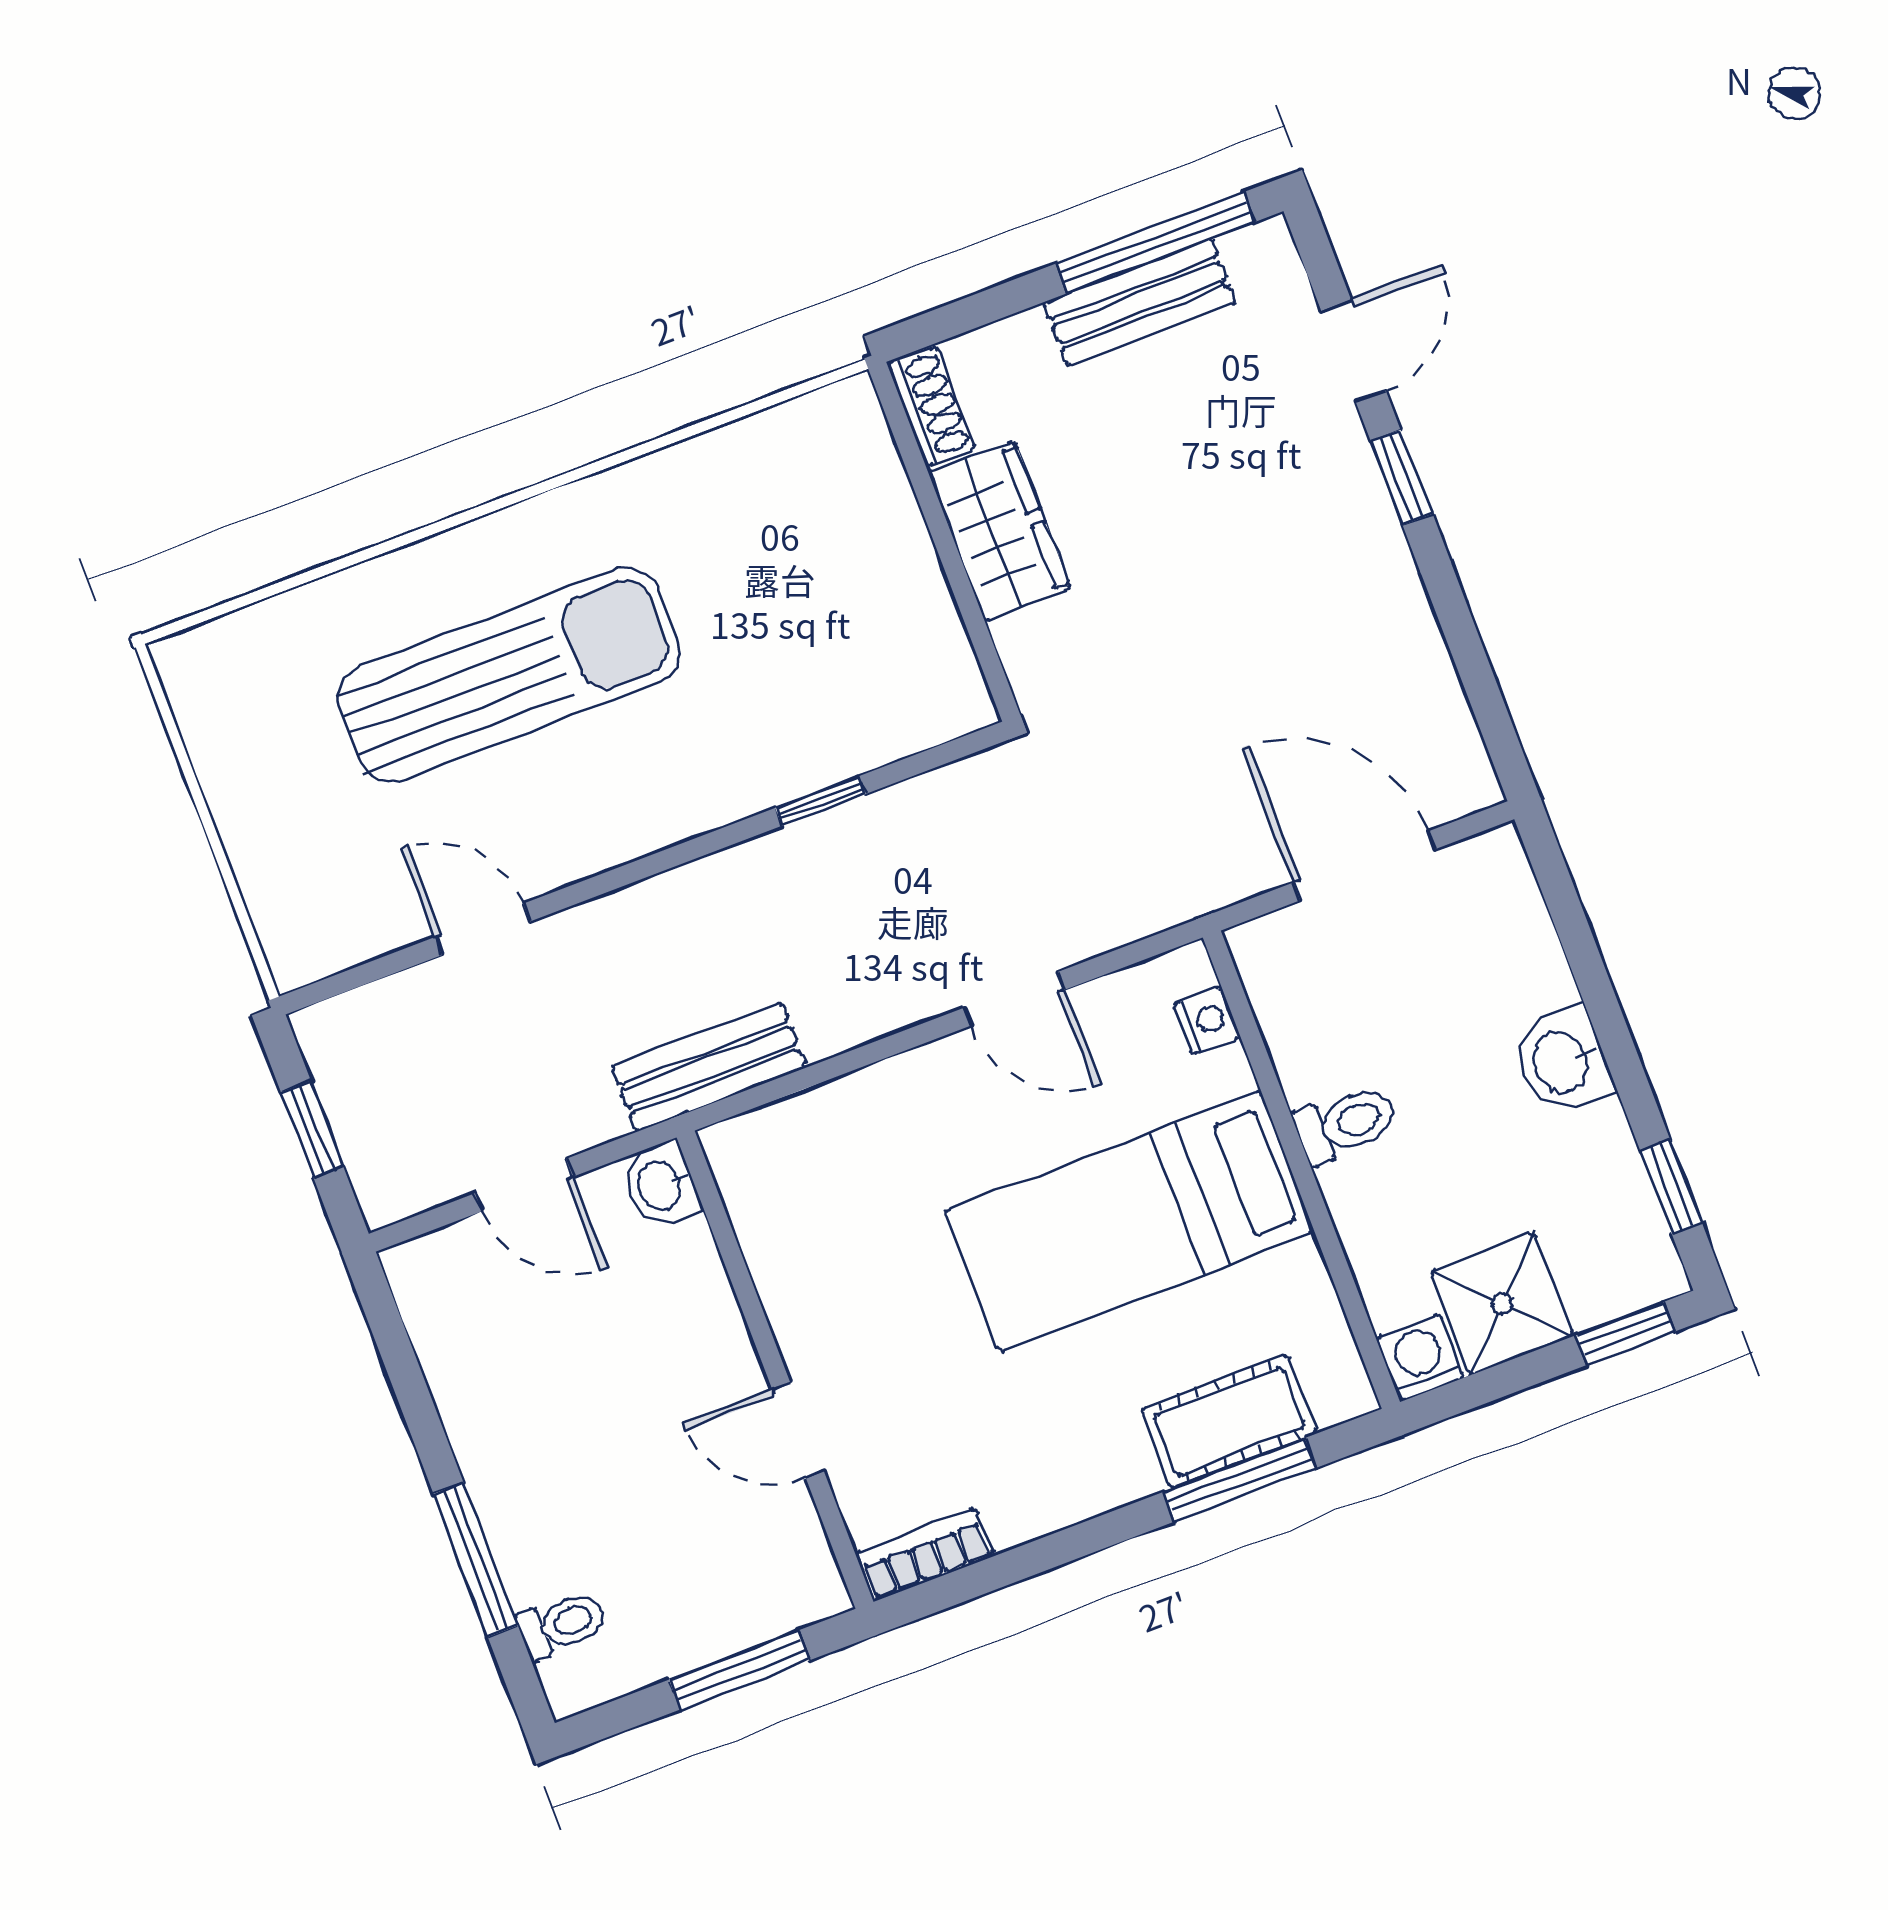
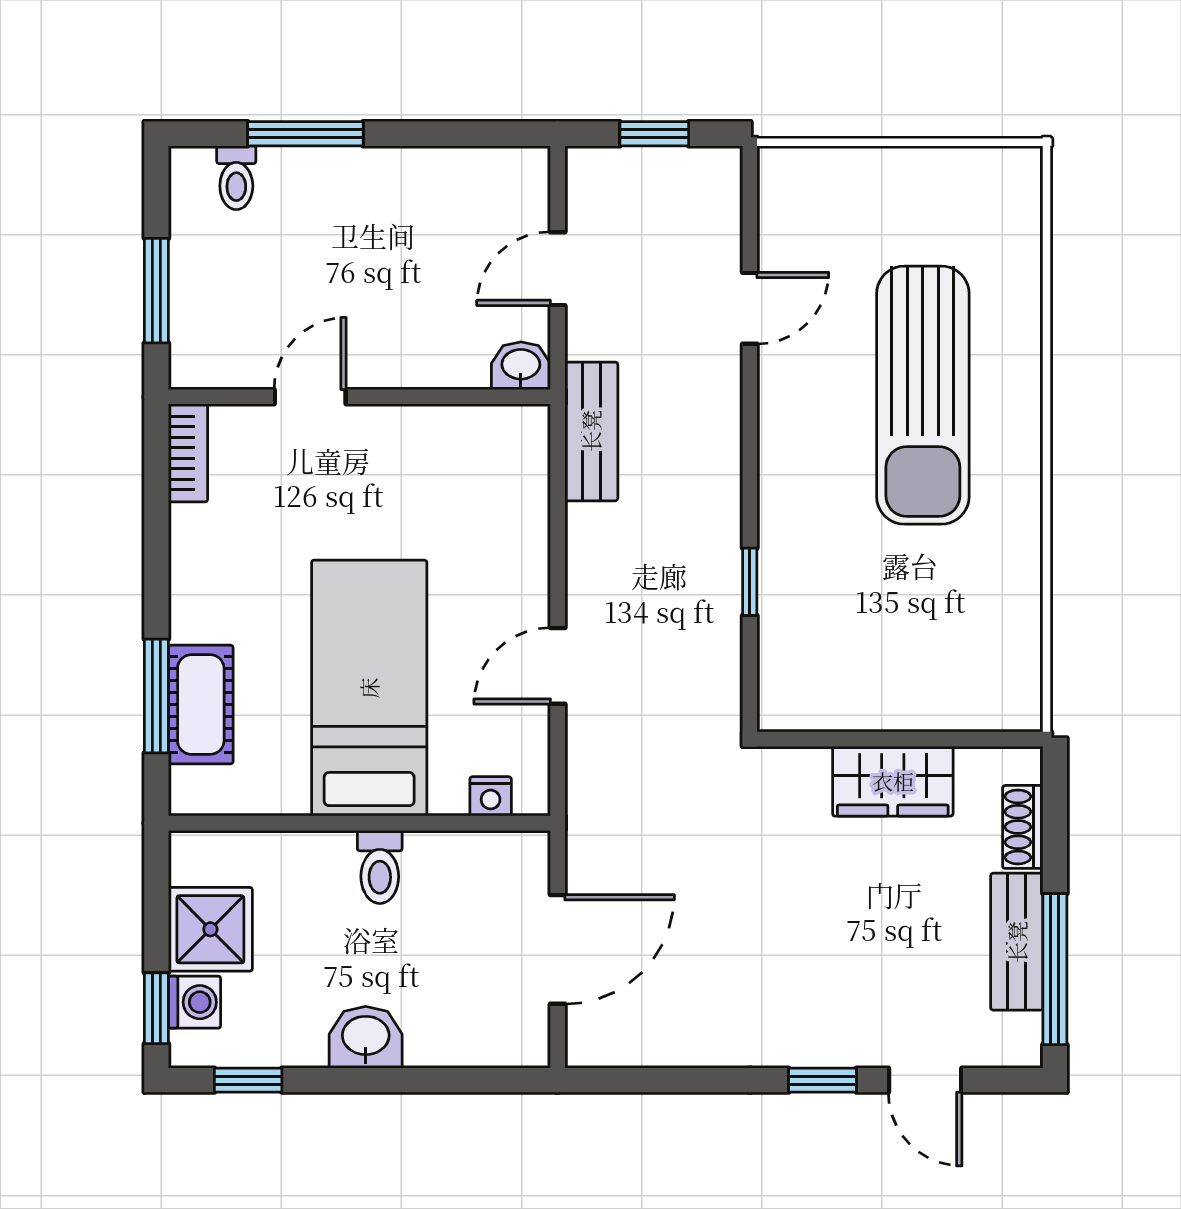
shoe rack: (931, 406) -> (1023, 827), moved, turned 90
washing machine: (1420, 1358) -> (195, 1002), moved

